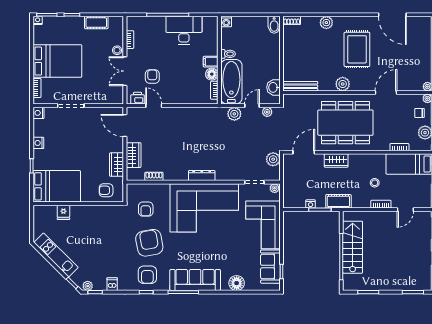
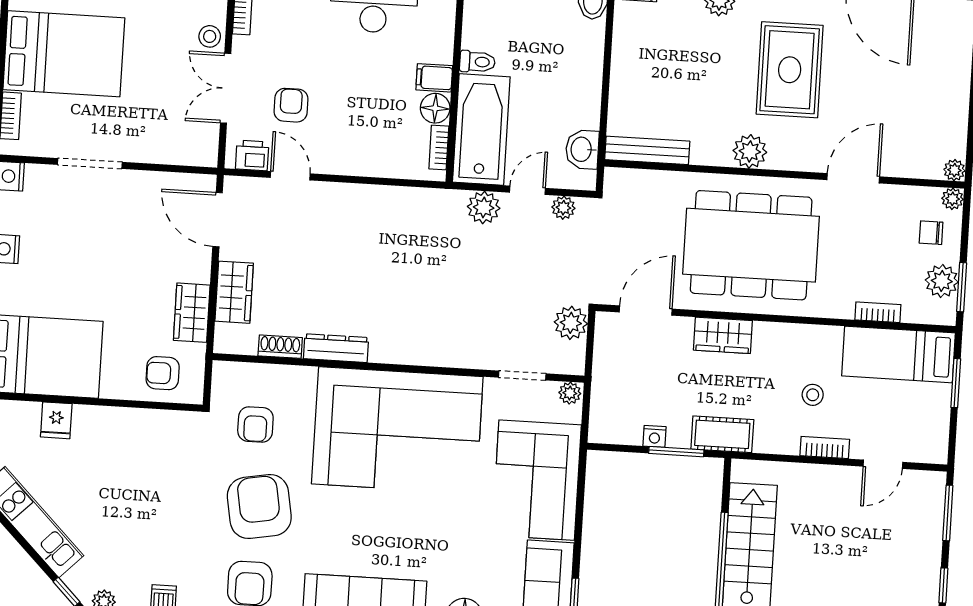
dresser: (202, 176) -> (336, 348), moved

